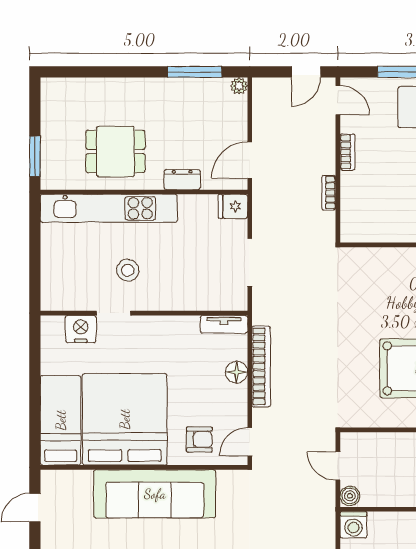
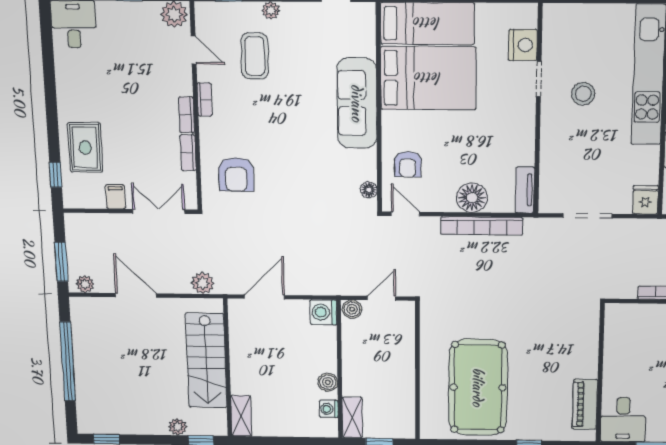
floor lamp: (237, 372) -> (472, 198), width x1.38, depth x1.38
bed: (125, 419) -> (428, 78), width x0.73
floor lamp: (225, 478) -> (369, 190), added
sofa: (155, 494) -> (357, 103), width x0.74, depth x0.79

